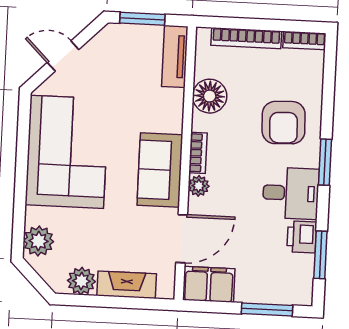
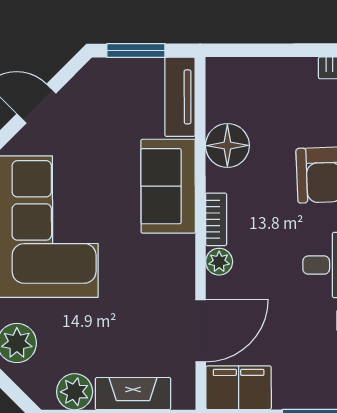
bookcase: (246, 38) -> (271, 69), removed
sofa: (160, 170) -> (168, 186), moved

